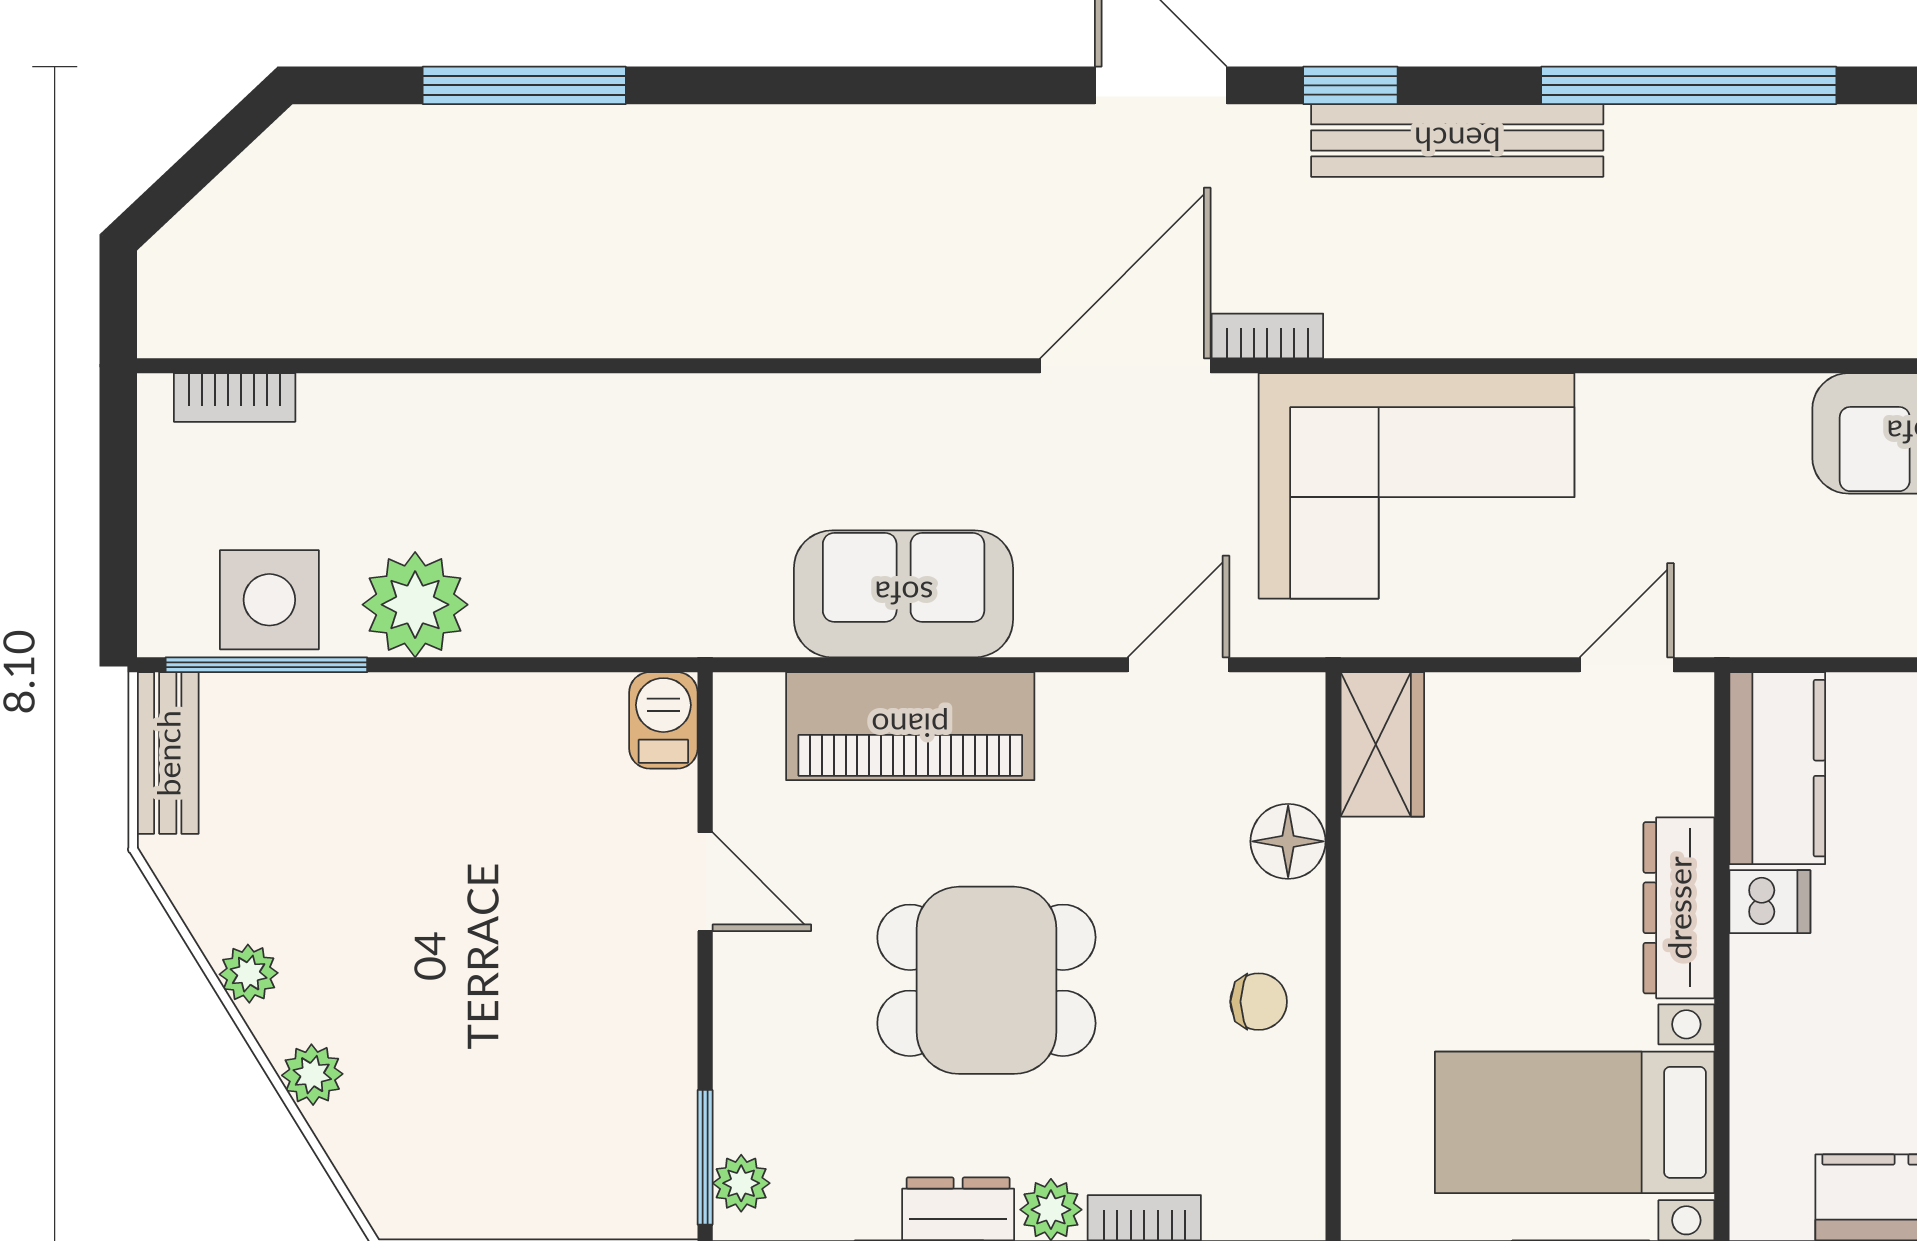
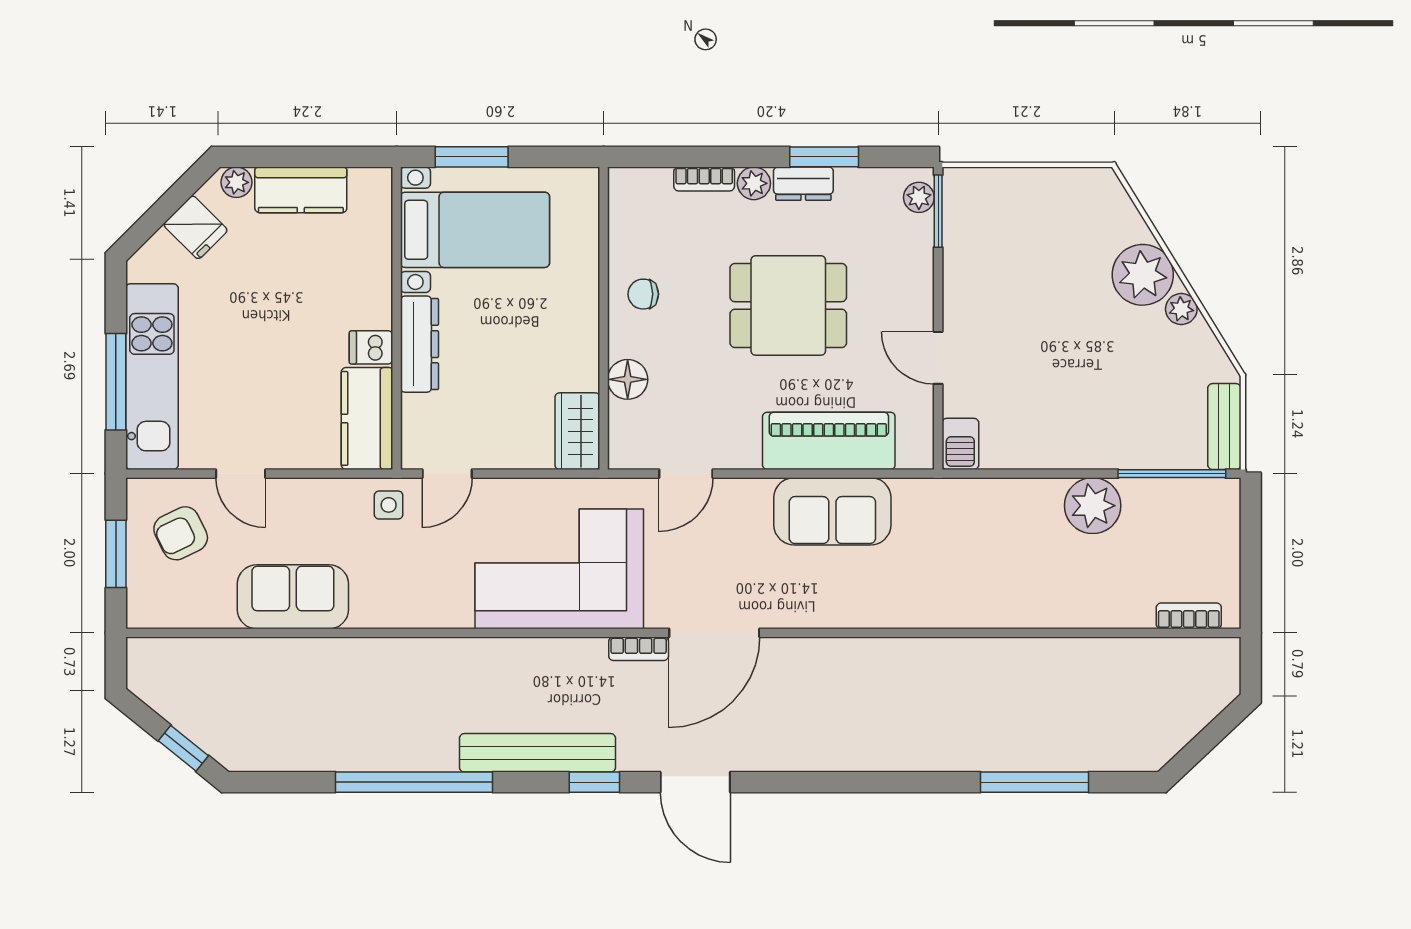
side table: (269, 600) -> (389, 505), moved, width x0.54, depth x0.54
plant: (312, 1075) -> (1143, 275), width x1.87, depth x1.87

